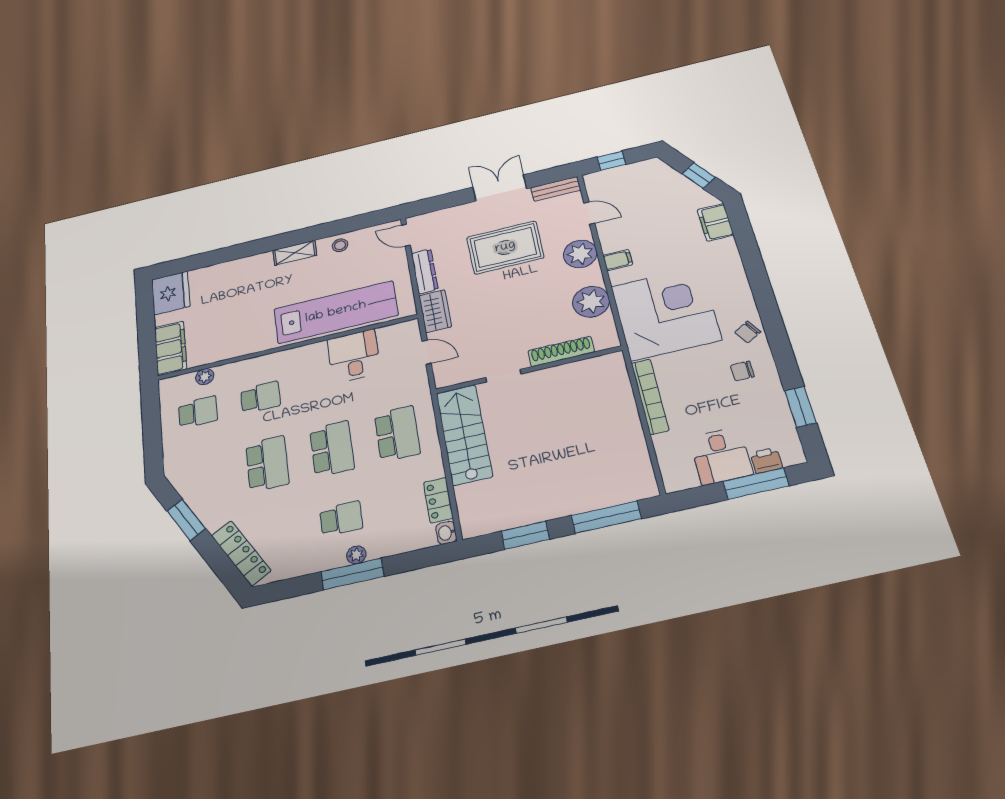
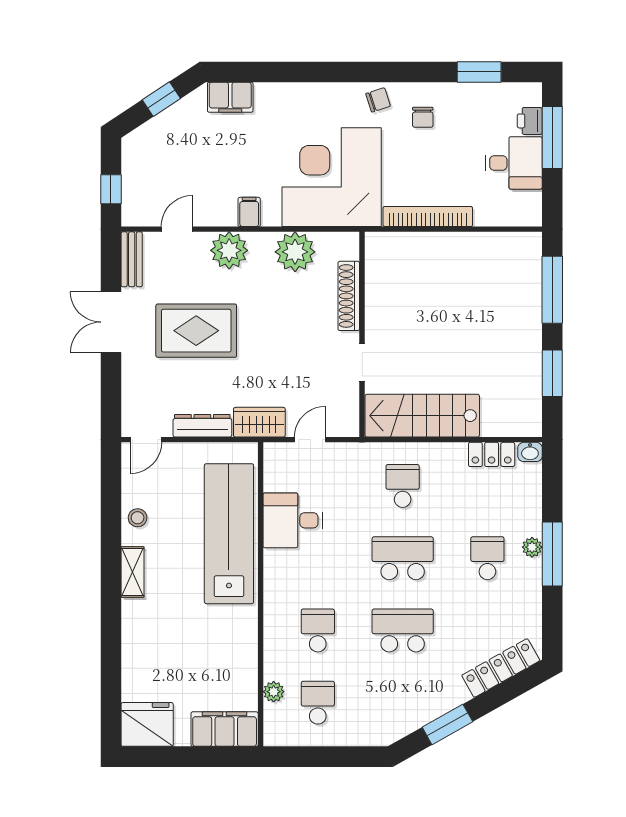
rug: (505, 247) -> (196, 331), turned 90
chair: (748, 332) -> (378, 100), turned -77
school desk: (397, 434) -> (403, 486), width x0.54

